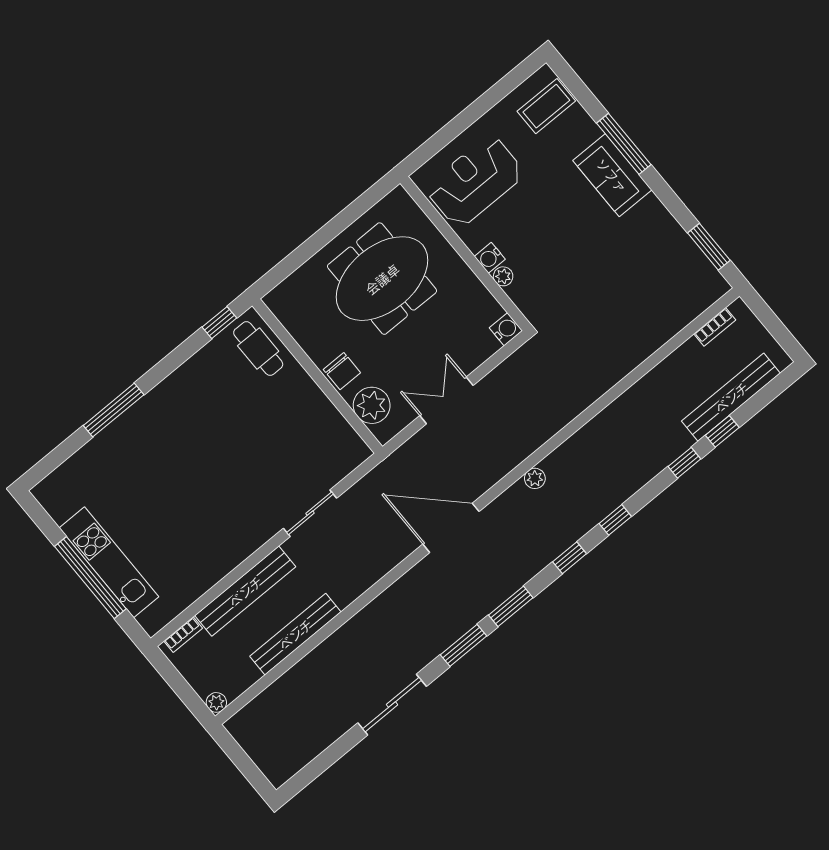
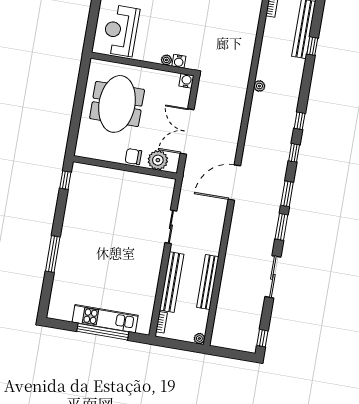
water cooler: (490, 258) -> (179, 61), moved
cafe table: (258, 349) -> (91, 177), removed
chair: (342, 371) -> (133, 157), turned 180
double door: (446, 400) -> (187, 132), width x1.37
window: (684, 463) -> (262, 338), moved
plant: (535, 478) -> (259, 86), moved

